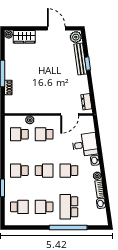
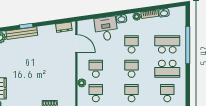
school desk: (19, 134) -> (96, 93), turned 180
school desk: (44, 134) -> (96, 69), turned 180
school desk: (19, 171) -> (132, 93), turned 180
school desk: (69, 171) -> (132, 44), turned 180
school desk: (44, 207) -> (167, 69), width x1.85
school desk: (69, 207) -> (167, 44), turned 180

